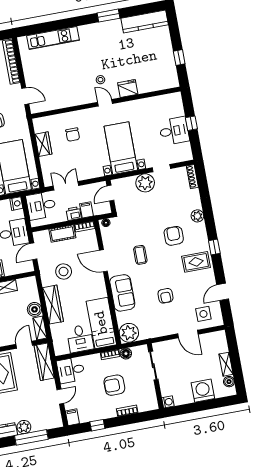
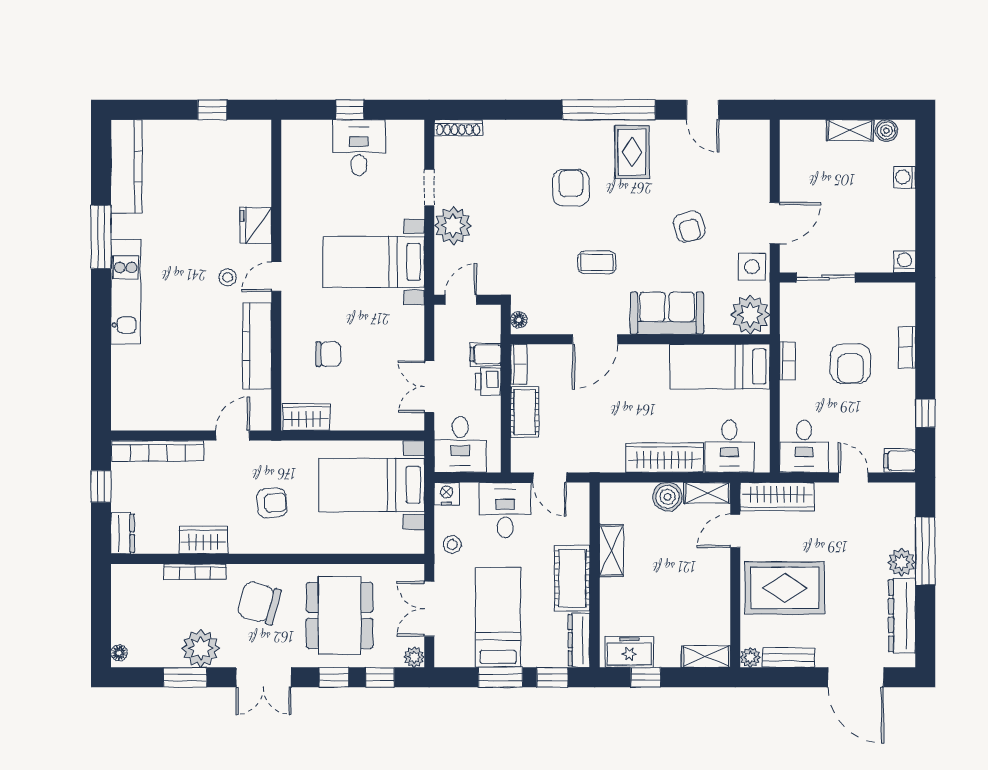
window: (109, 16) -> (101, 237), width x1.44
kitchen unit: (53, 38) -> (126, 292), moved
kitchen counter: (70, 100) -> (257, 346), added
wardrobe: (43, 144) -> (306, 417), moved
door: (110, 193) -> (461, 300), swing flipped
plant: (197, 216) -> (539, 132), removed
armchair: (174, 236) -> (571, 188), turned 90
window: (214, 247) -> (609, 110), width x3.17
stool: (64, 271) -> (602, 424), removed
armchair: (165, 296) -> (689, 227), turned 75
side table: (203, 314) -> (752, 267), moved
door: (188, 334) -> (775, 223), moved
desk: (80, 339) -> (729, 446), moved, turned 90
door: (24, 345) -> (735, 531), hinge flipped
floor lamp: (126, 354) -> (791, 328), removed
washing machine: (203, 391) -> (904, 177), width x0.53, depth x0.53

